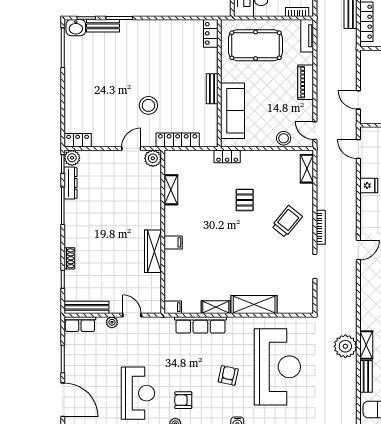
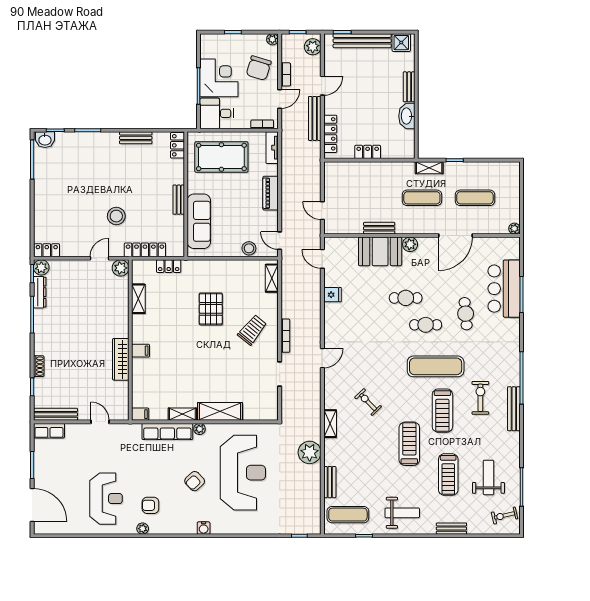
bench: (103, 26) -> (136, 138), moved
locker: (227, 156) -> (169, 266), moved
pallet: (245, 200) -> (211, 309), width x1.50, depth x1.42
plant: (112, 322) -> (200, 429), moved
shelving: (366, 345) -> (330, 424), moved
armchair: (228, 375) -> (195, 481), turned -145

